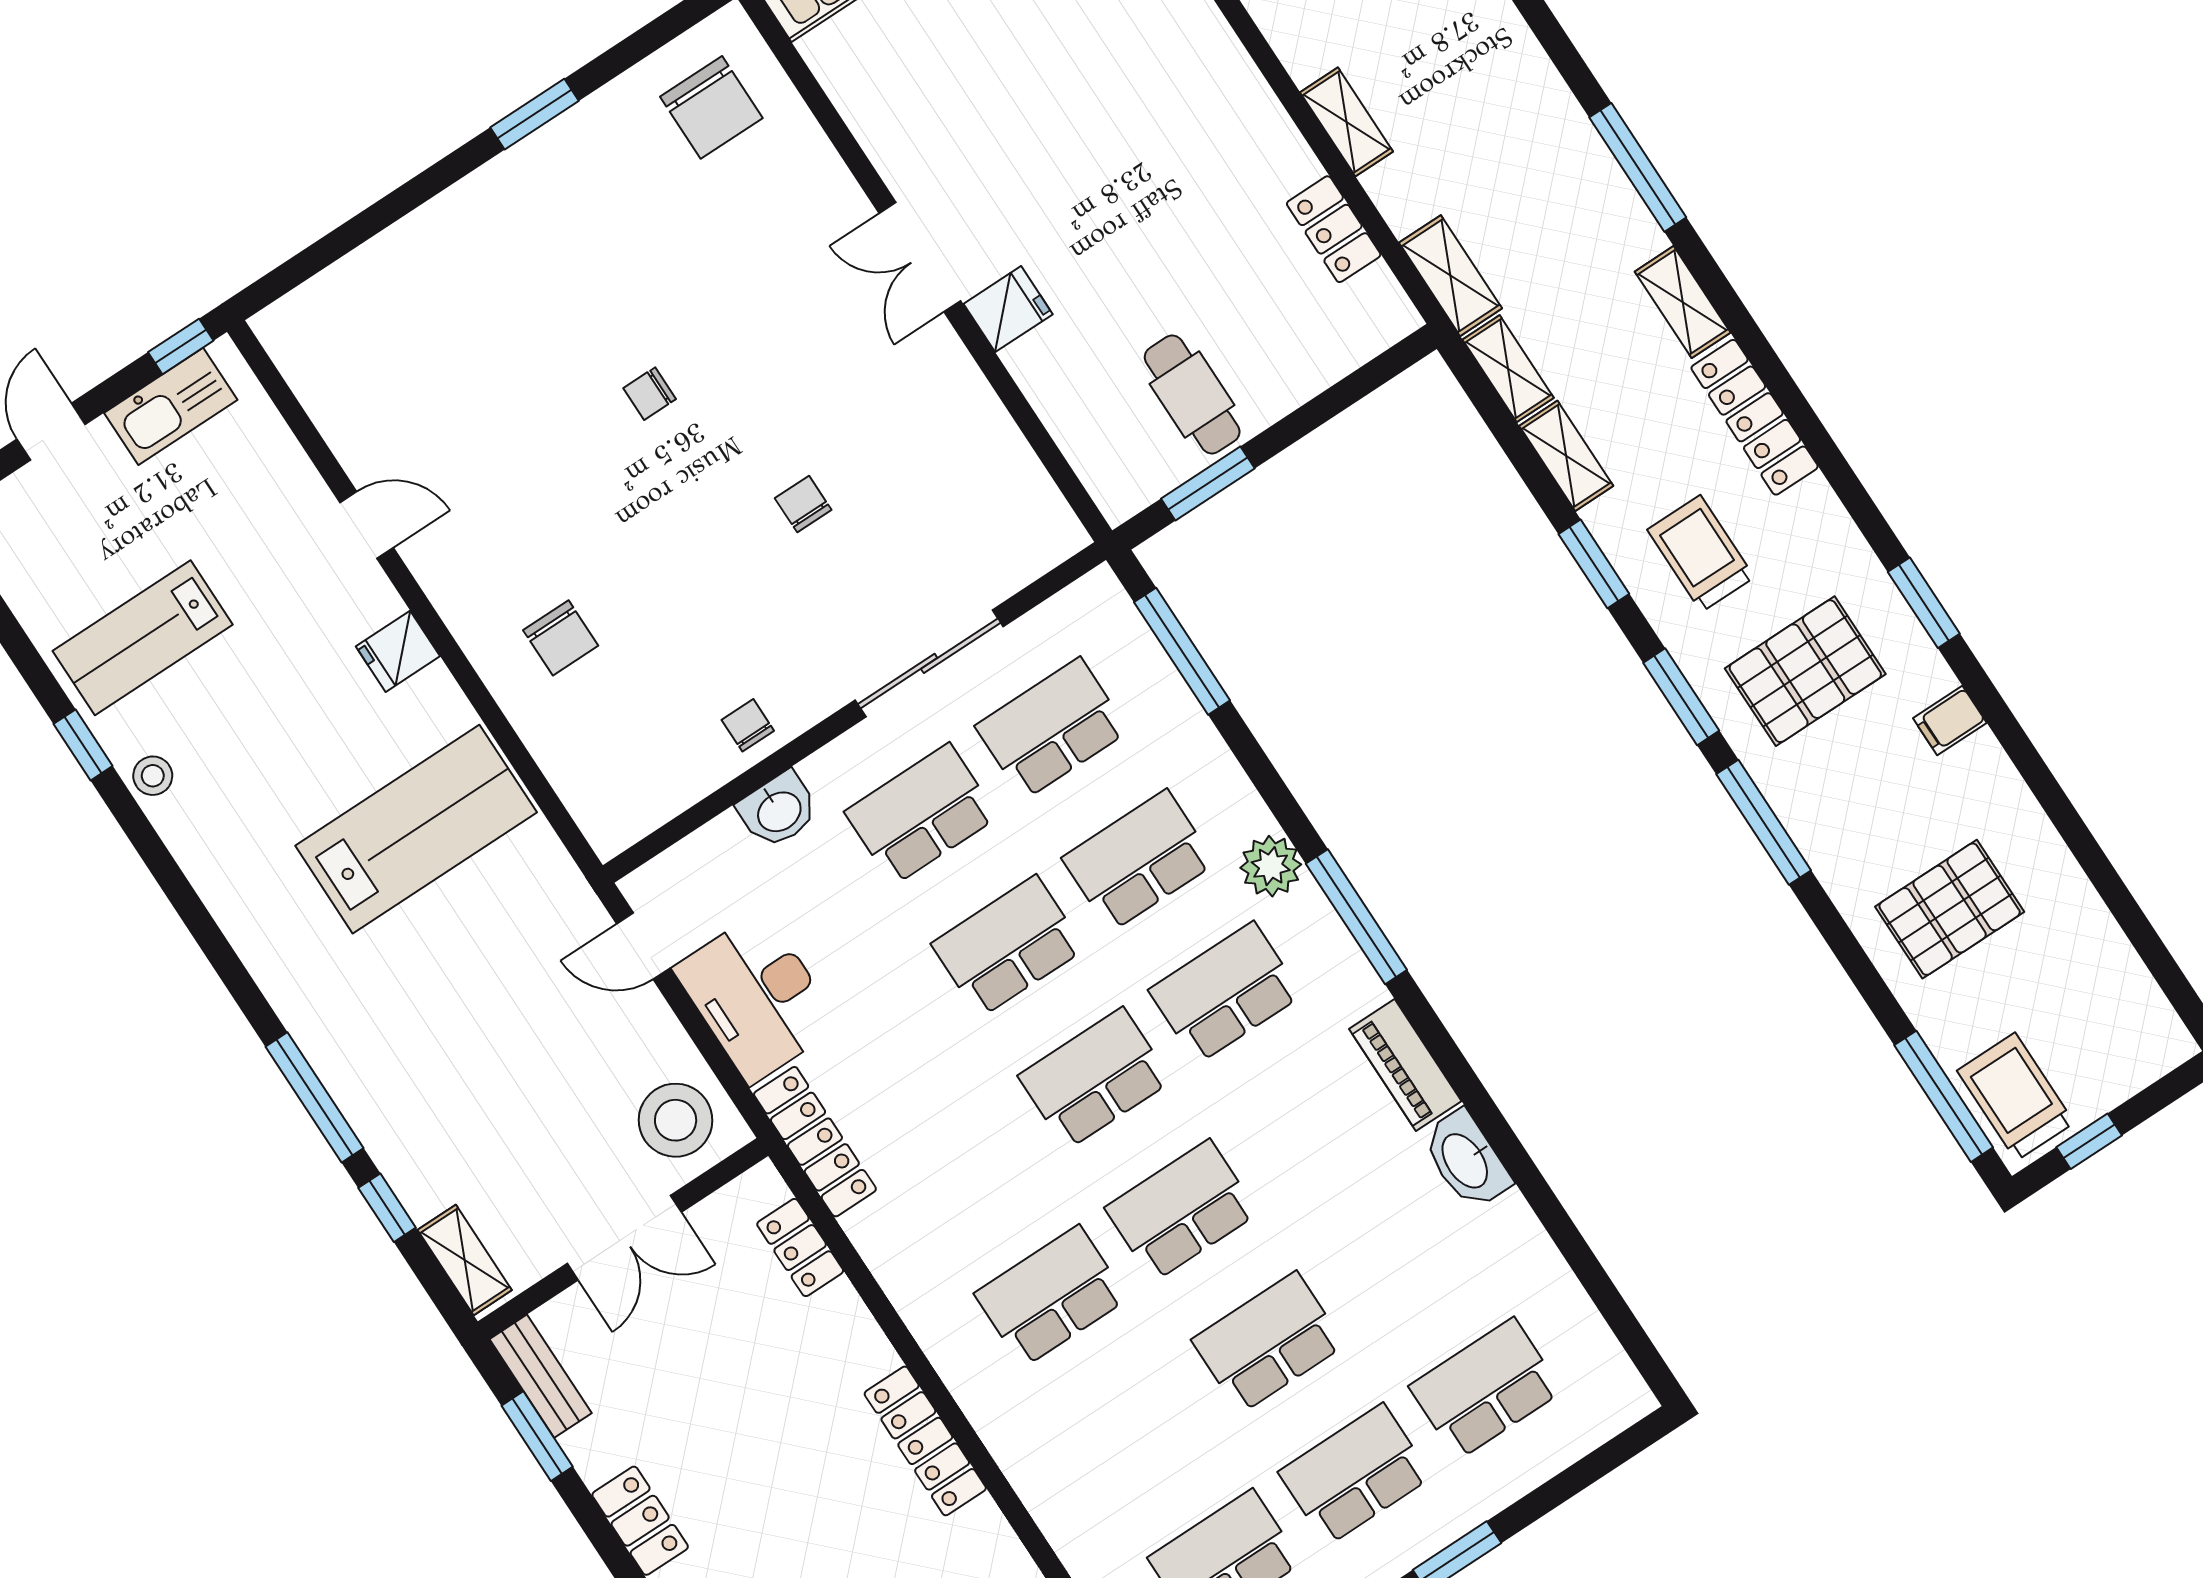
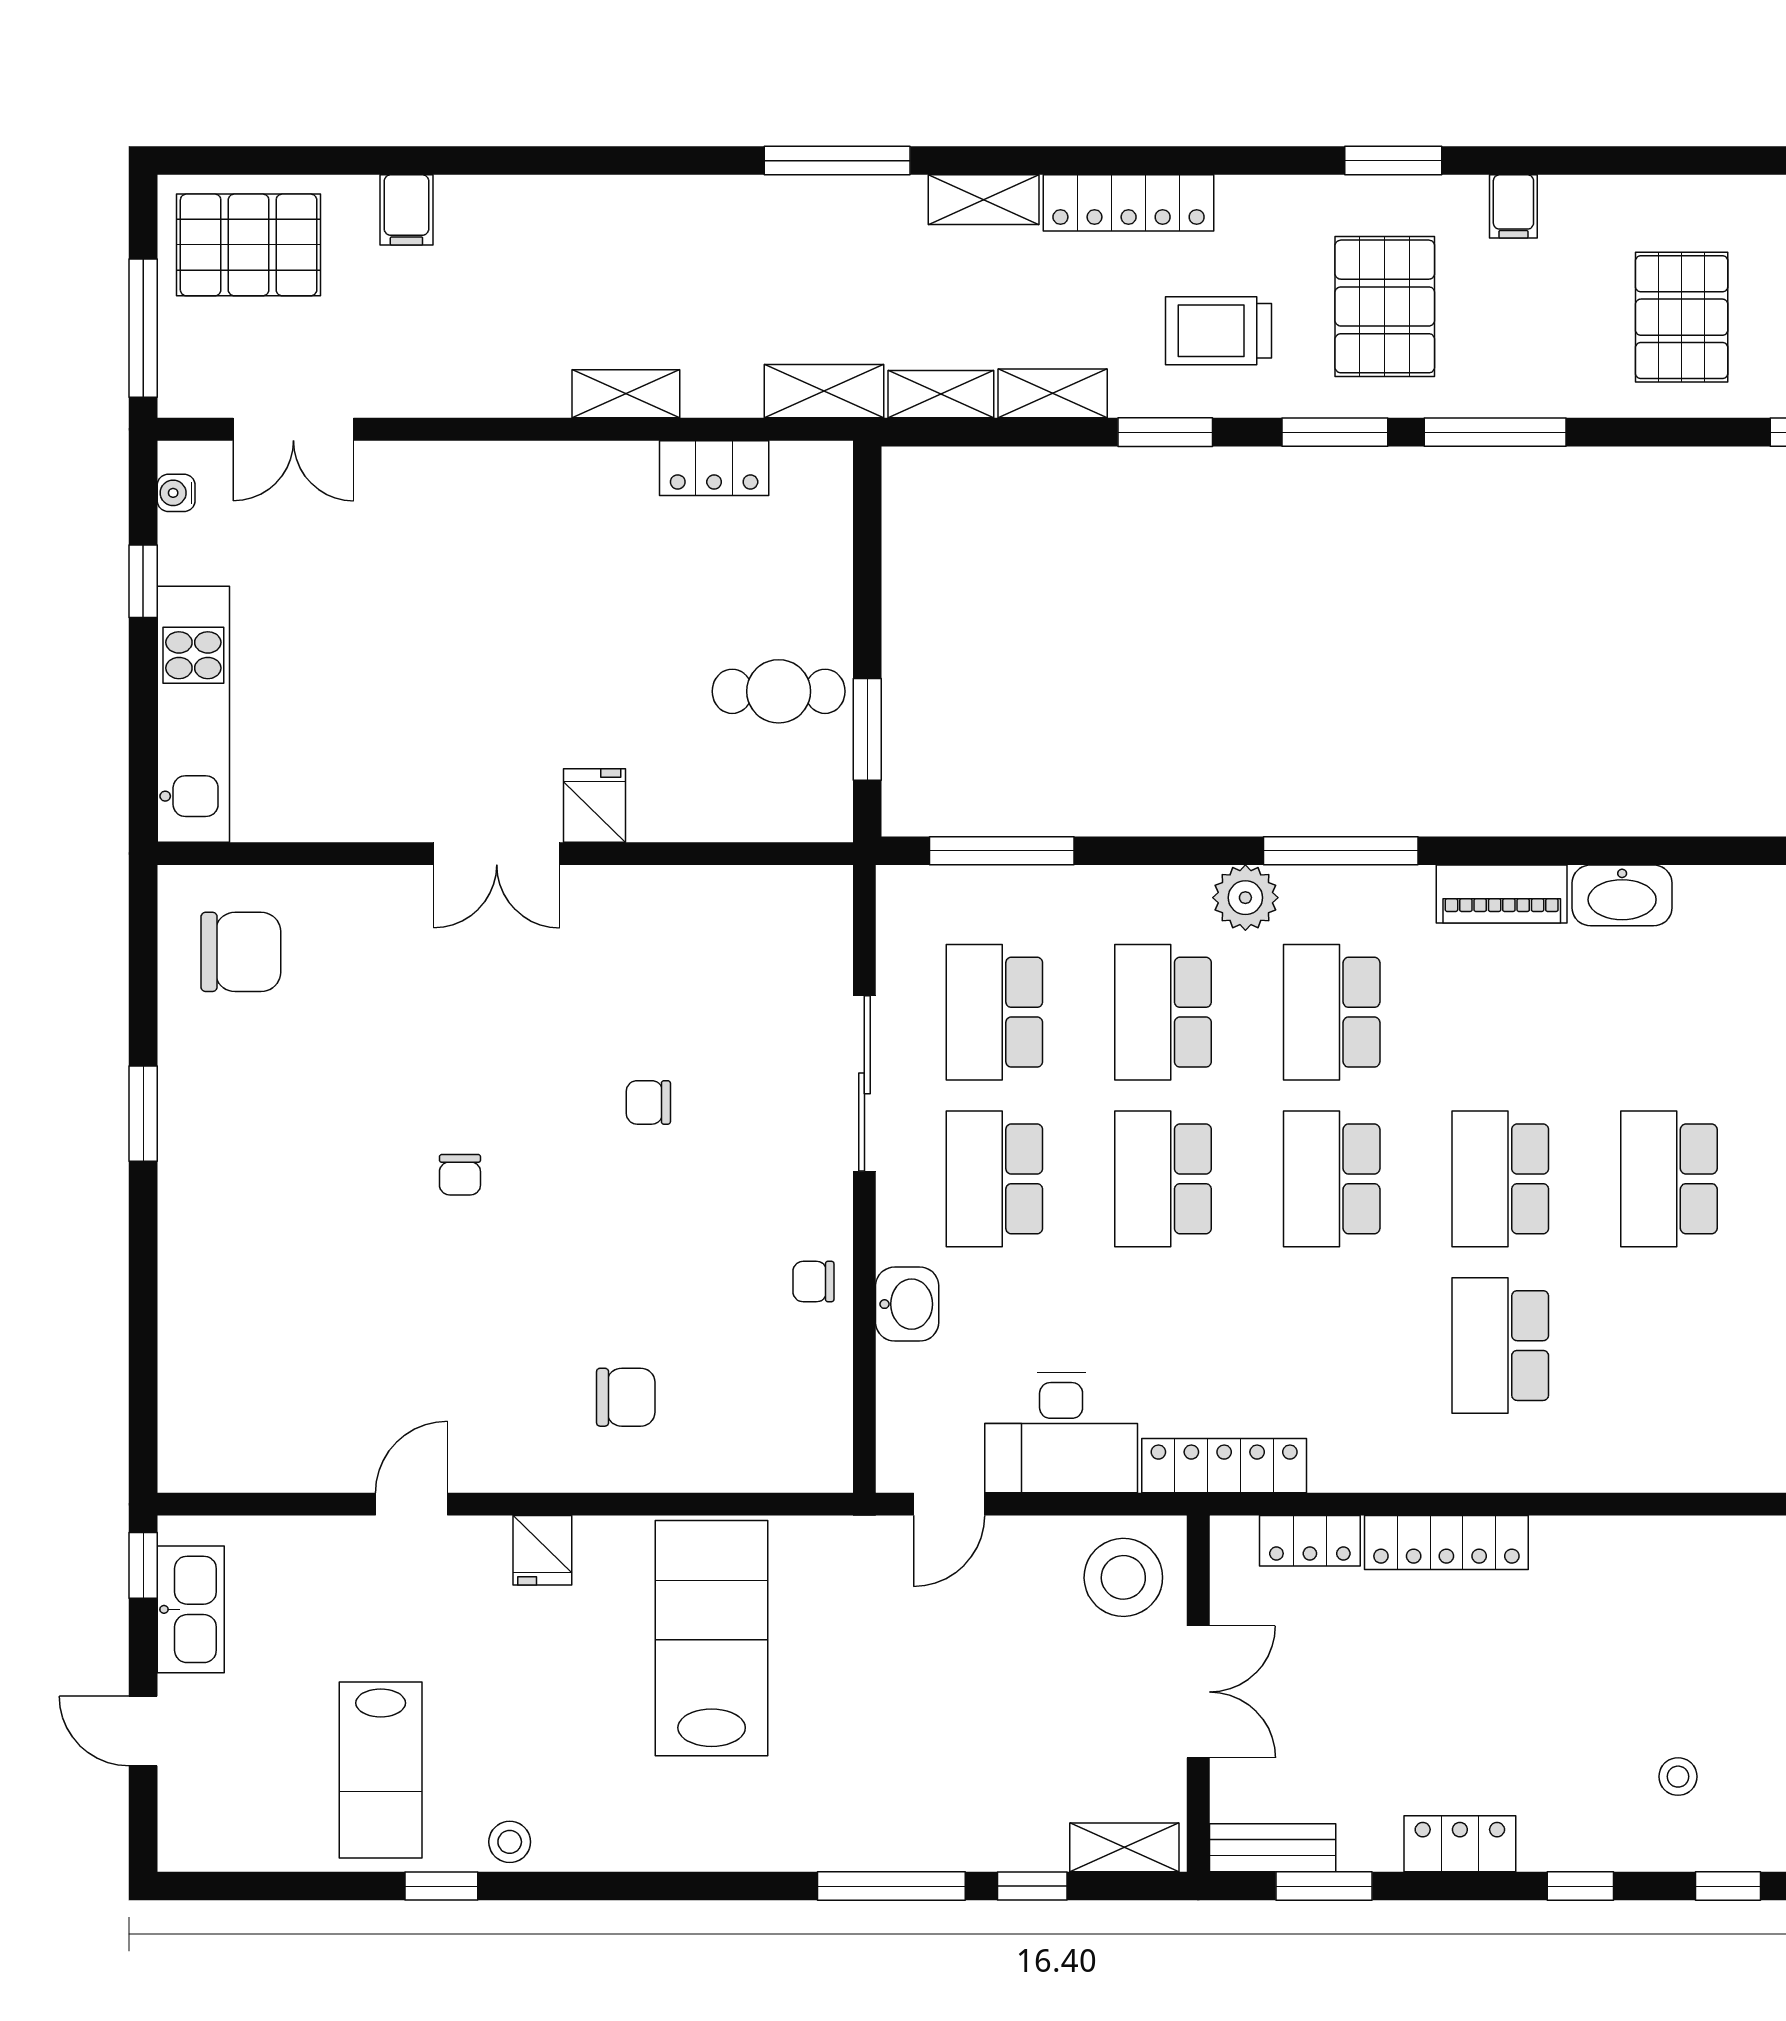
locker: (925, 1441) -> (1446, 1543), moved

